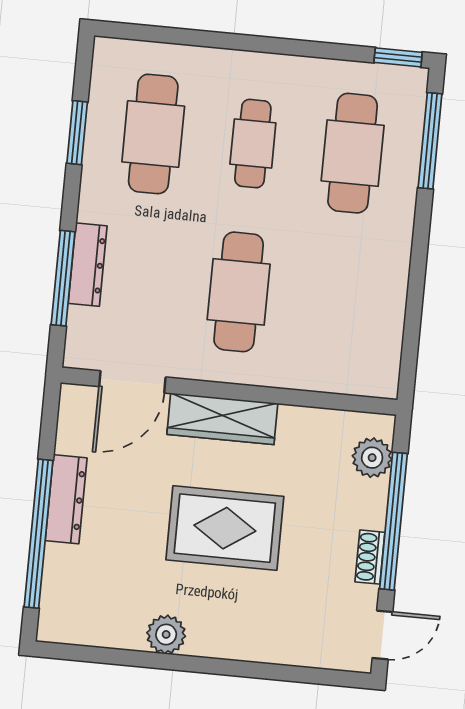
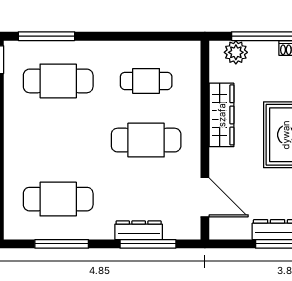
window: (77, 133) -> (62, 244), width x1.44
cafe table: (253, 144) -> (146, 81), moved
wardrobe: (222, 419) -> (222, 115), moved

